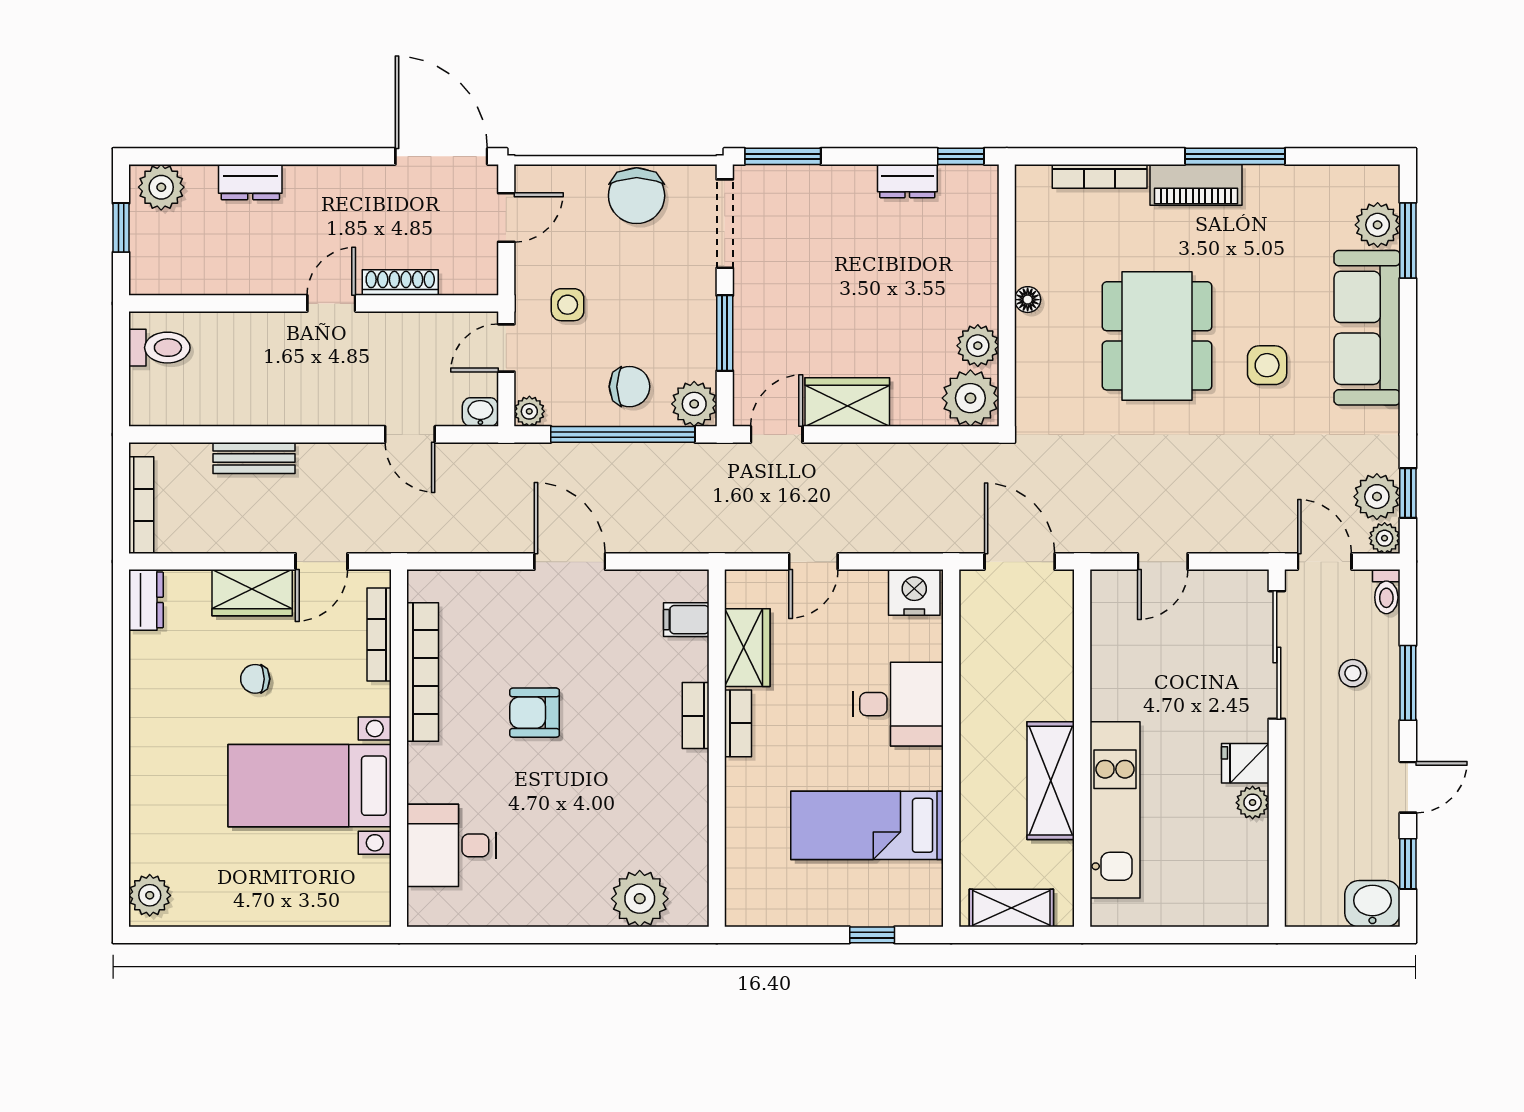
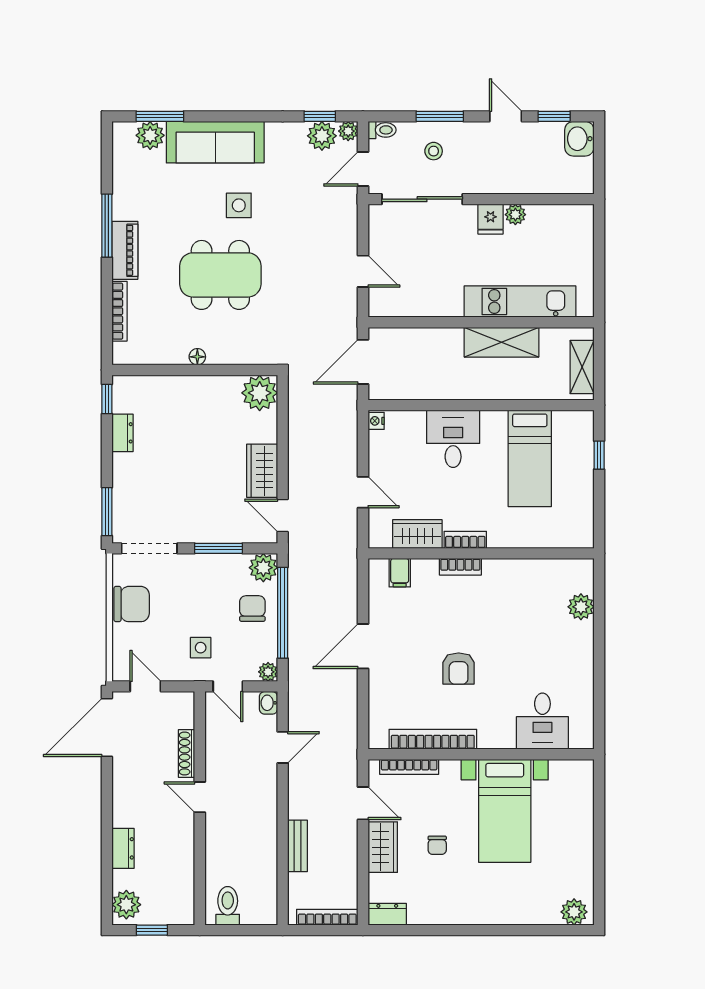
plant: (978, 346) -> (226, 388), removed
nightstand: (914, 592) -> (376, 421), width x0.53, depth x0.56
plant: (640, 899) -> (581, 607), width x0.73, depth x0.73

